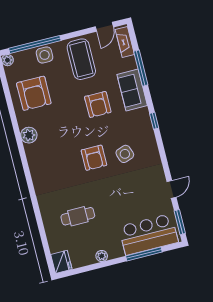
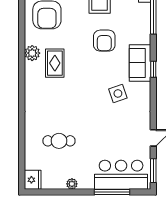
sofa: (132, 90) -> (140, 63), moved
rug: (54, 140) -> (55, 63), added
armchair: (94, 158) -> (88, 90), removed

